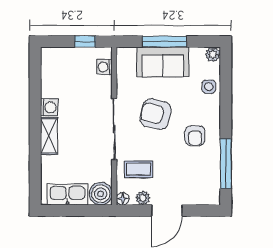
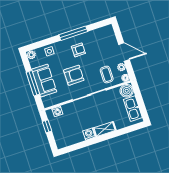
armchair: (156, 114) -> (74, 75), turned -104
window: (226, 164) -> (73, 33), moved

